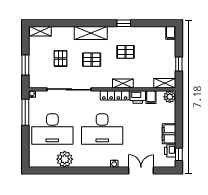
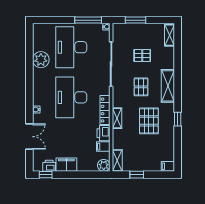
pallet: (125, 52) -> (149, 121), width x1.50, depth x1.42

